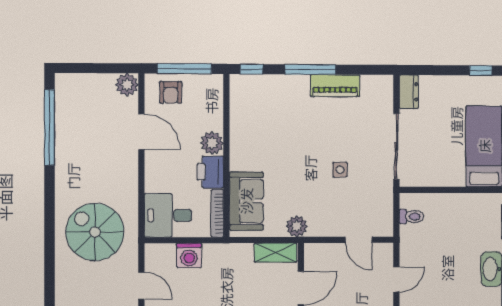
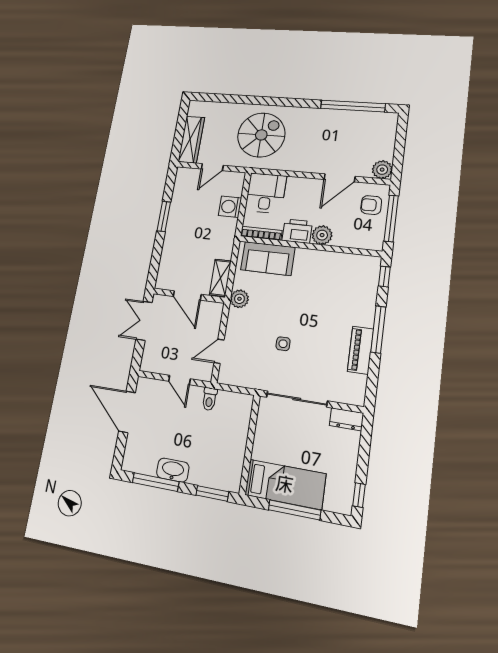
toilet: (411, 217) -> (209, 399), moved

